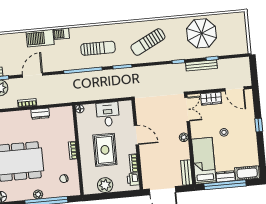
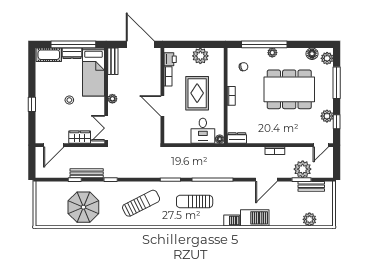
door: (235, 89) -> (54, 145), swing flipped
dresser: (40, 114) -> (237, 138), moved
desk: (108, 114) -> (203, 131), moved

